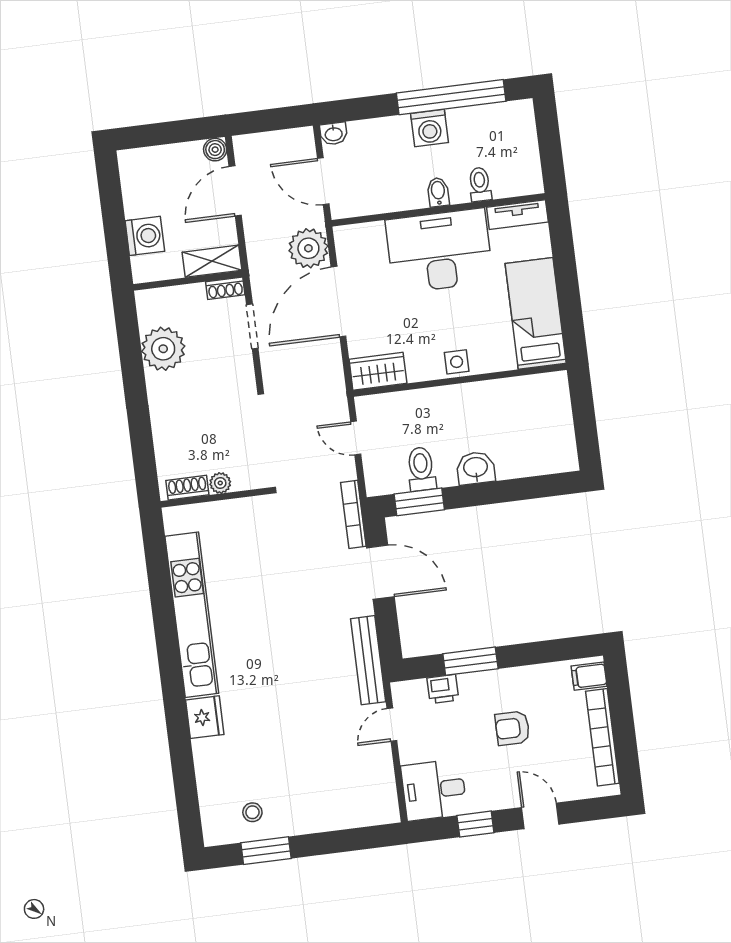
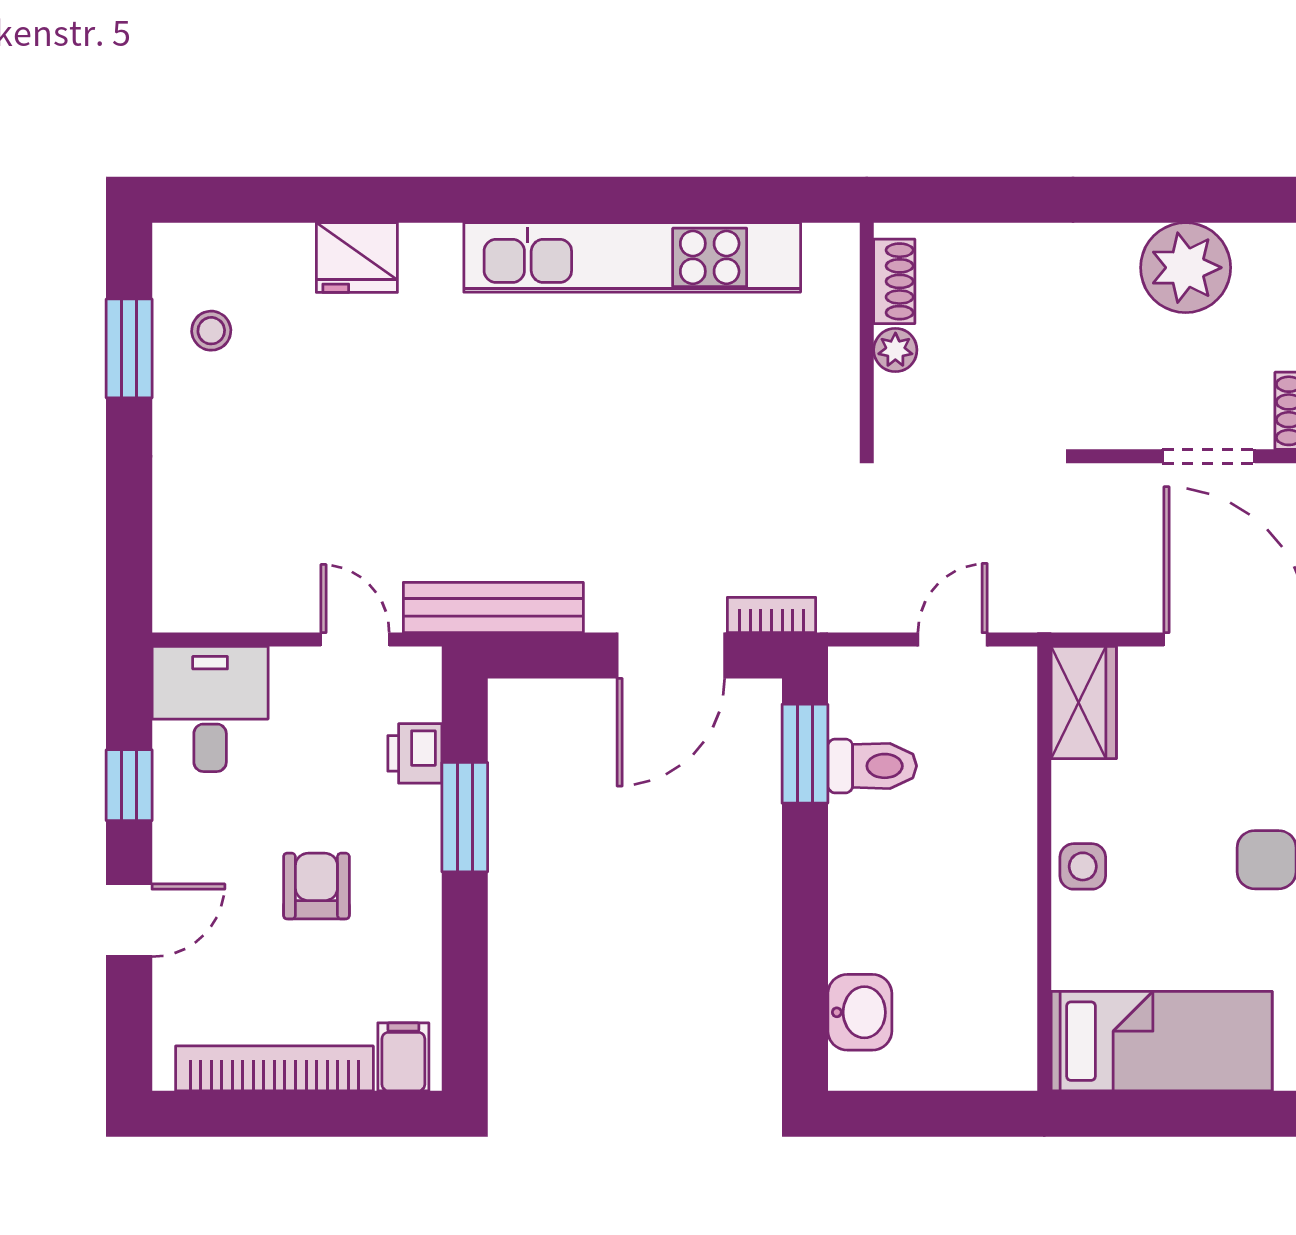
washbasin: (476, 468) -> (860, 1012), moved
bookcase: (353, 514) -> (771, 615), width x0.64
fridge: (205, 717) -> (357, 258), moved

